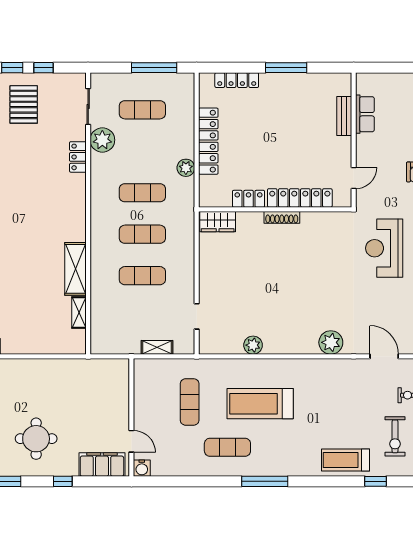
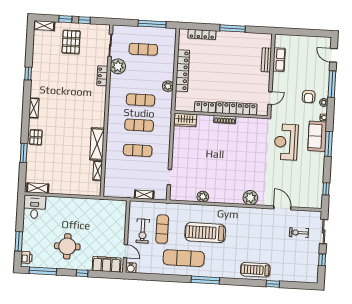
exercise bike: (395, 436) -> (143, 231), moved
exercise mat: (227, 447) -> (184, 258), width x1.36, depth x1.45

